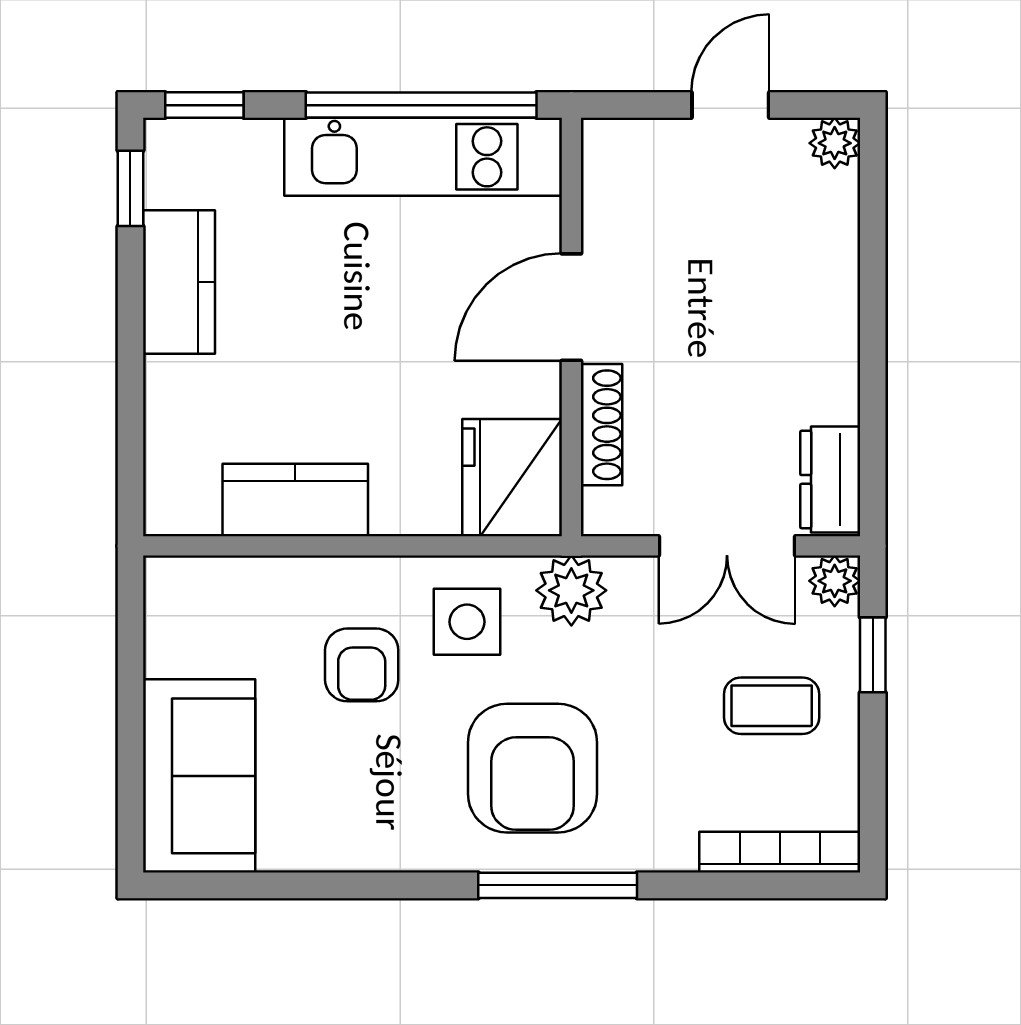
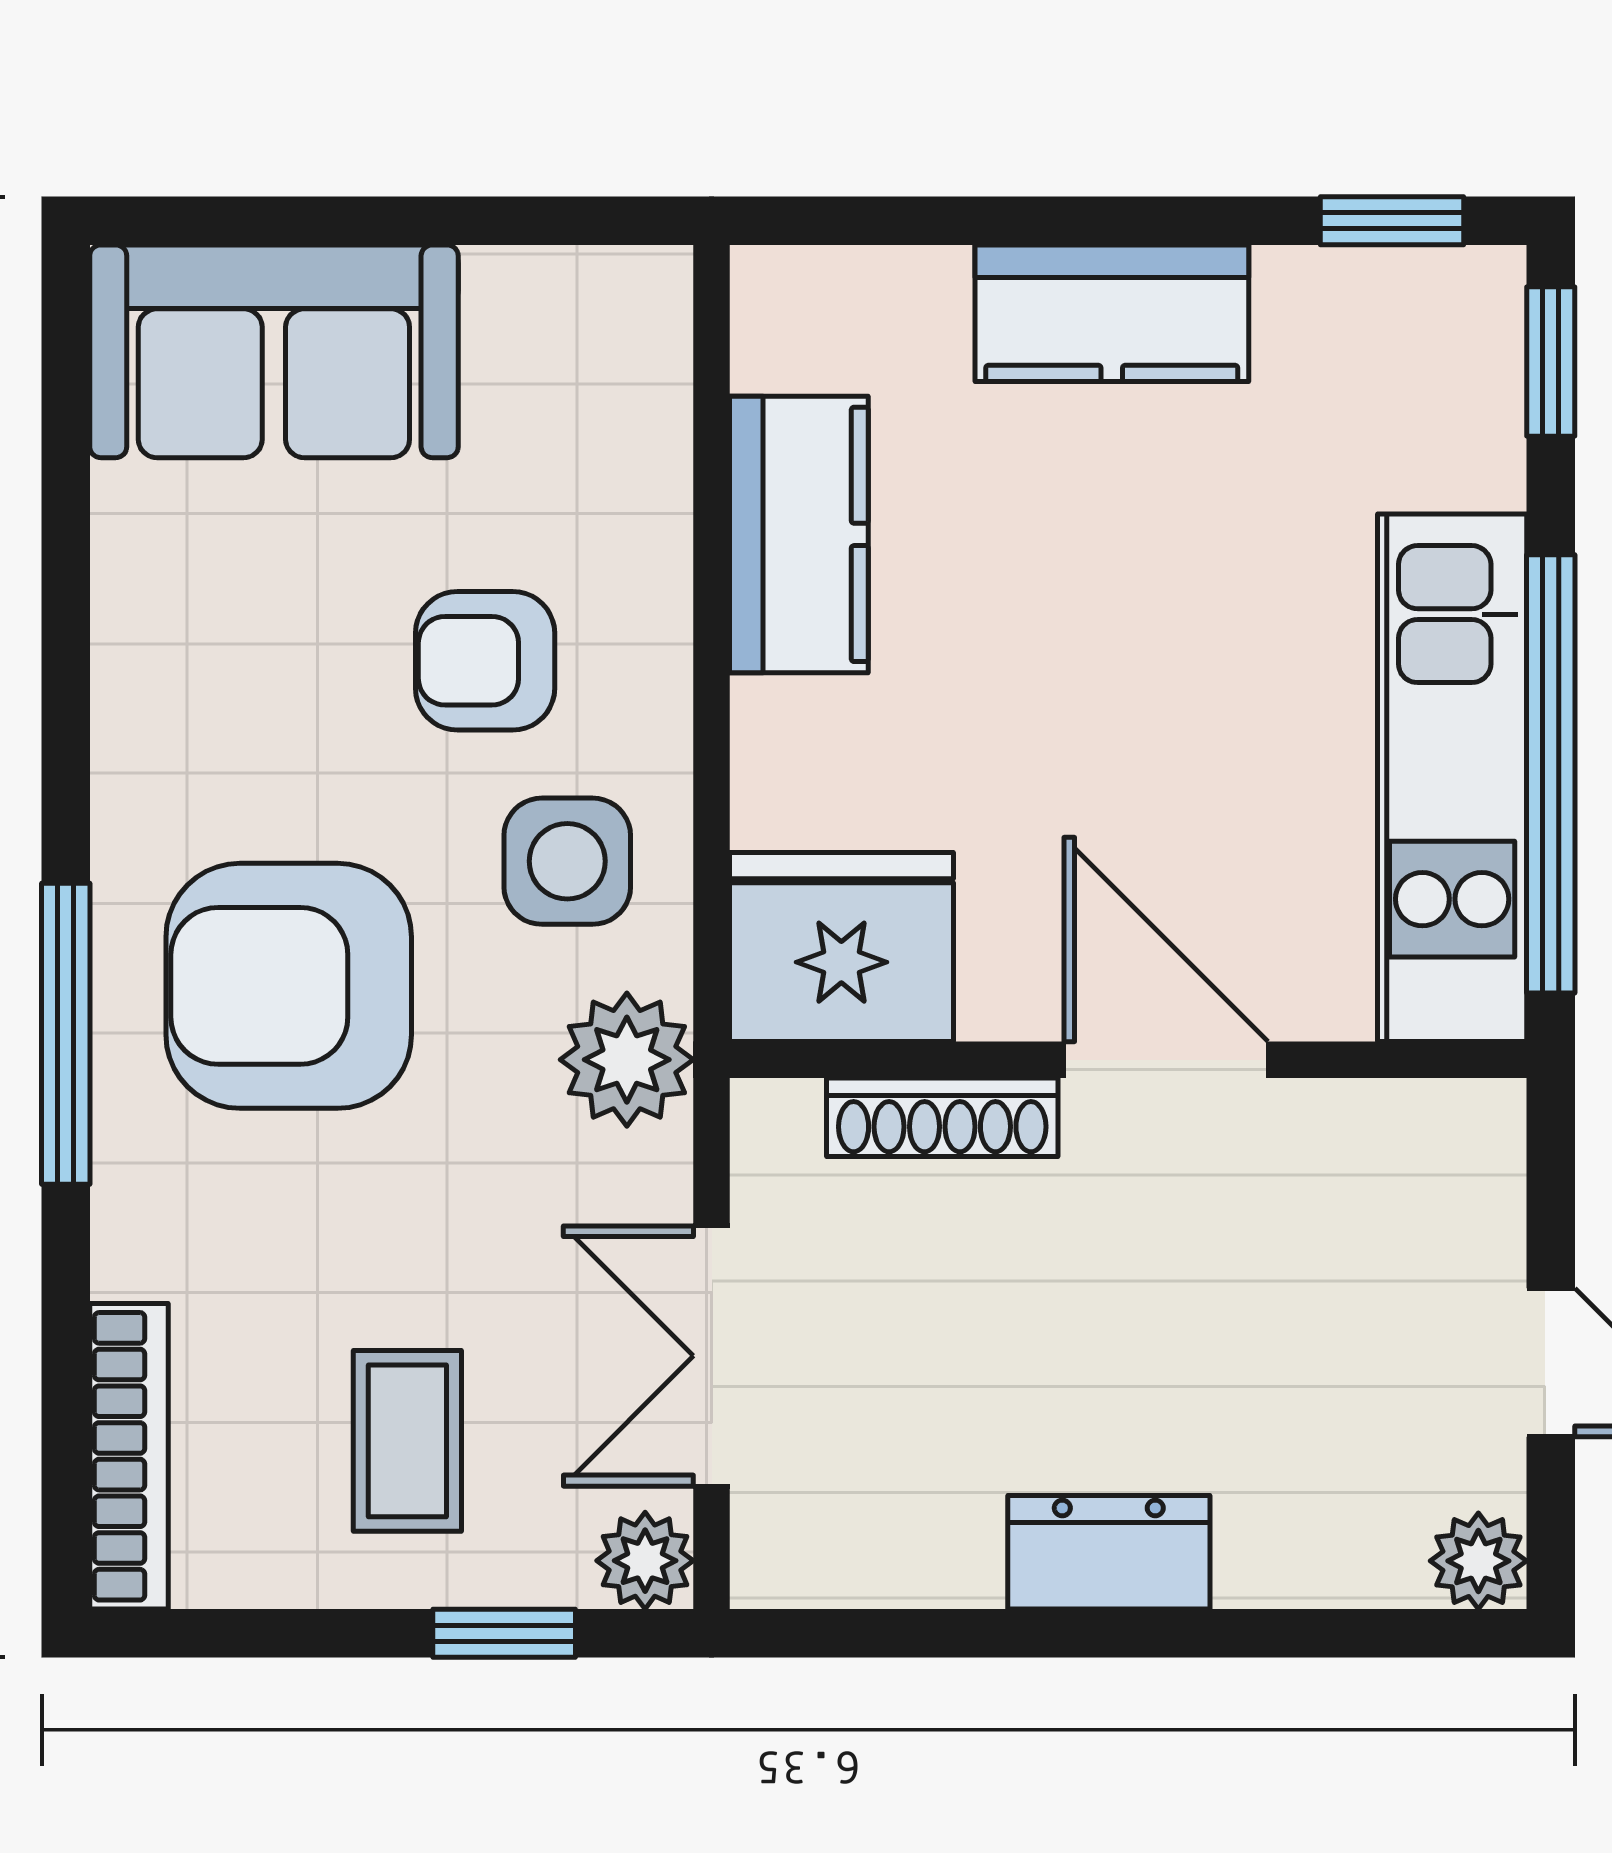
kitchen counter: (179, 282) -> (1112, 313), moved
dresser: (830, 479) -> (1109, 1552), moved

